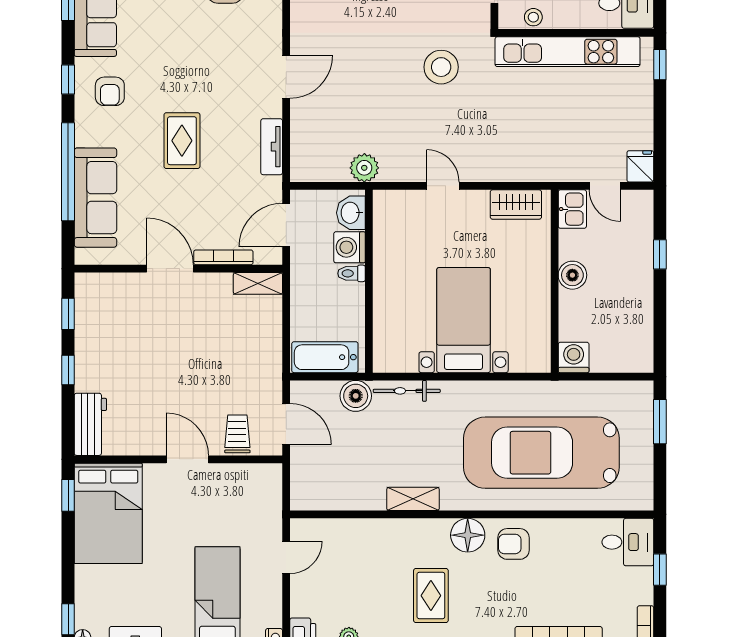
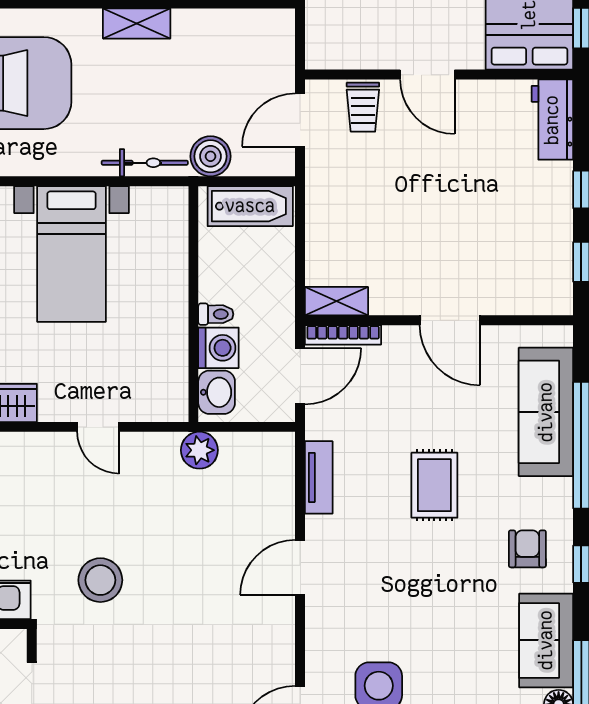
bookcase: (223, 257) -> (343, 335), moved
door: (286, 424) -> (300, 120), hinge flipped

